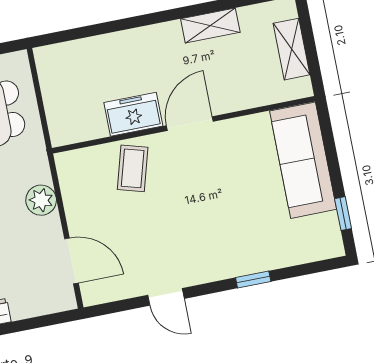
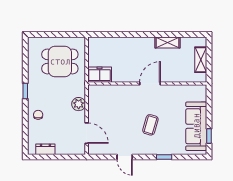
freezer: (133, 114) -> (100, 75), moved
sofa: (303, 160) -> (196, 126), moved
coffee table: (133, 168) -> (150, 125), moved

